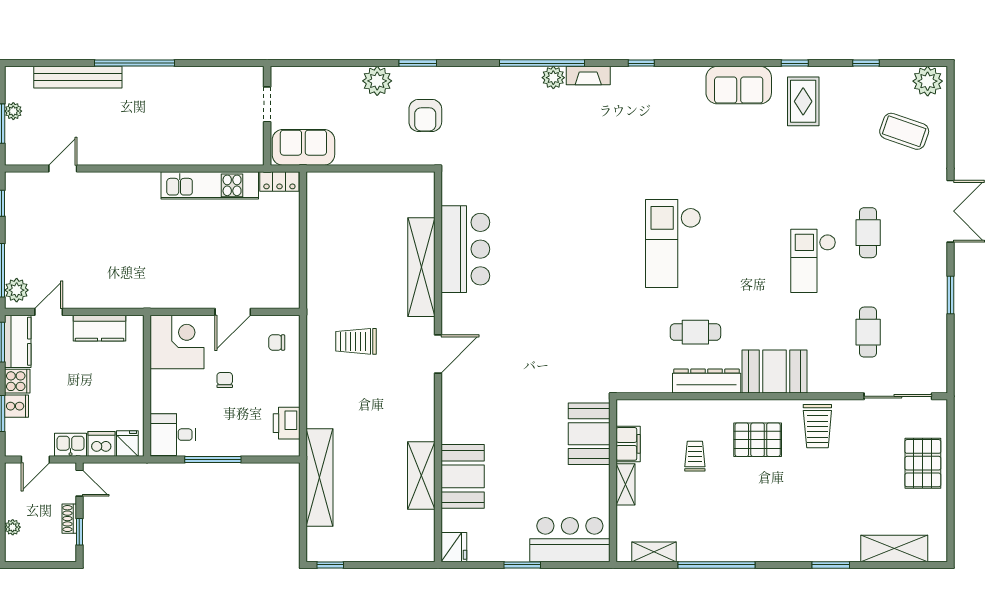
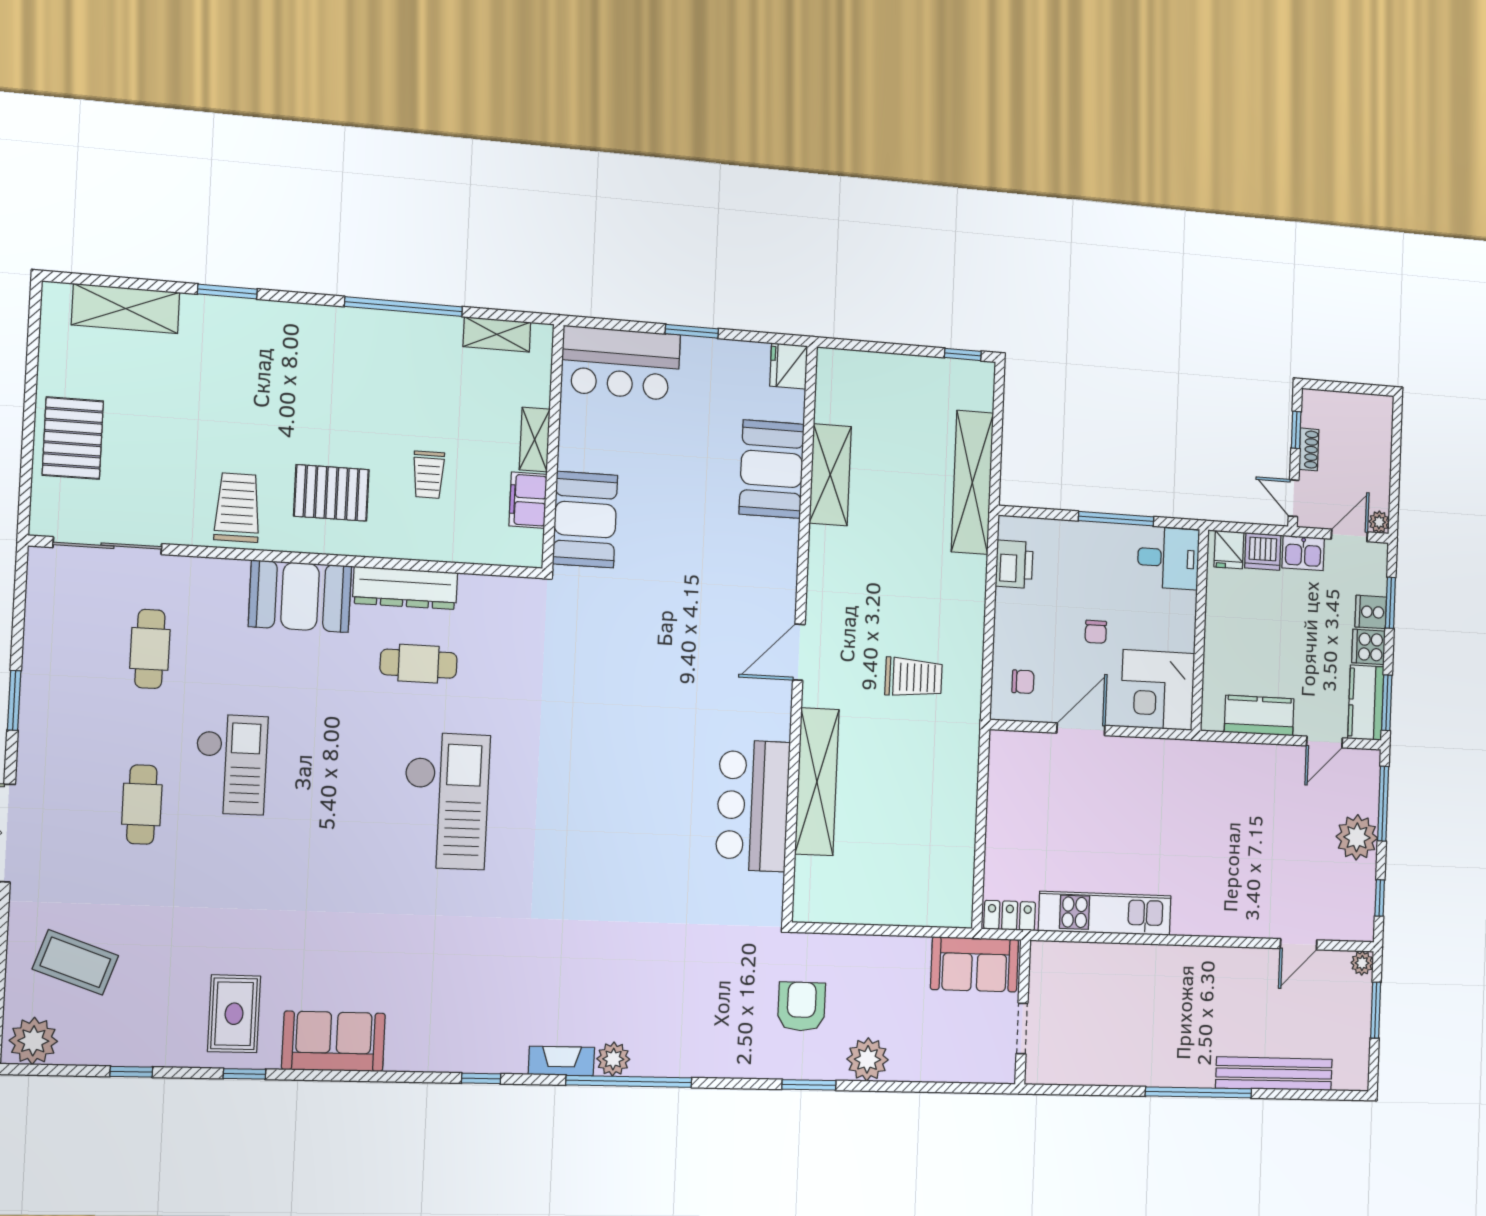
plant: (13, 111) -> (1362, 963), moved
plant: (17, 290) -> (1357, 837), moved, width x1.36, depth x1.36
plant: (13, 527) -> (1379, 522), moved

